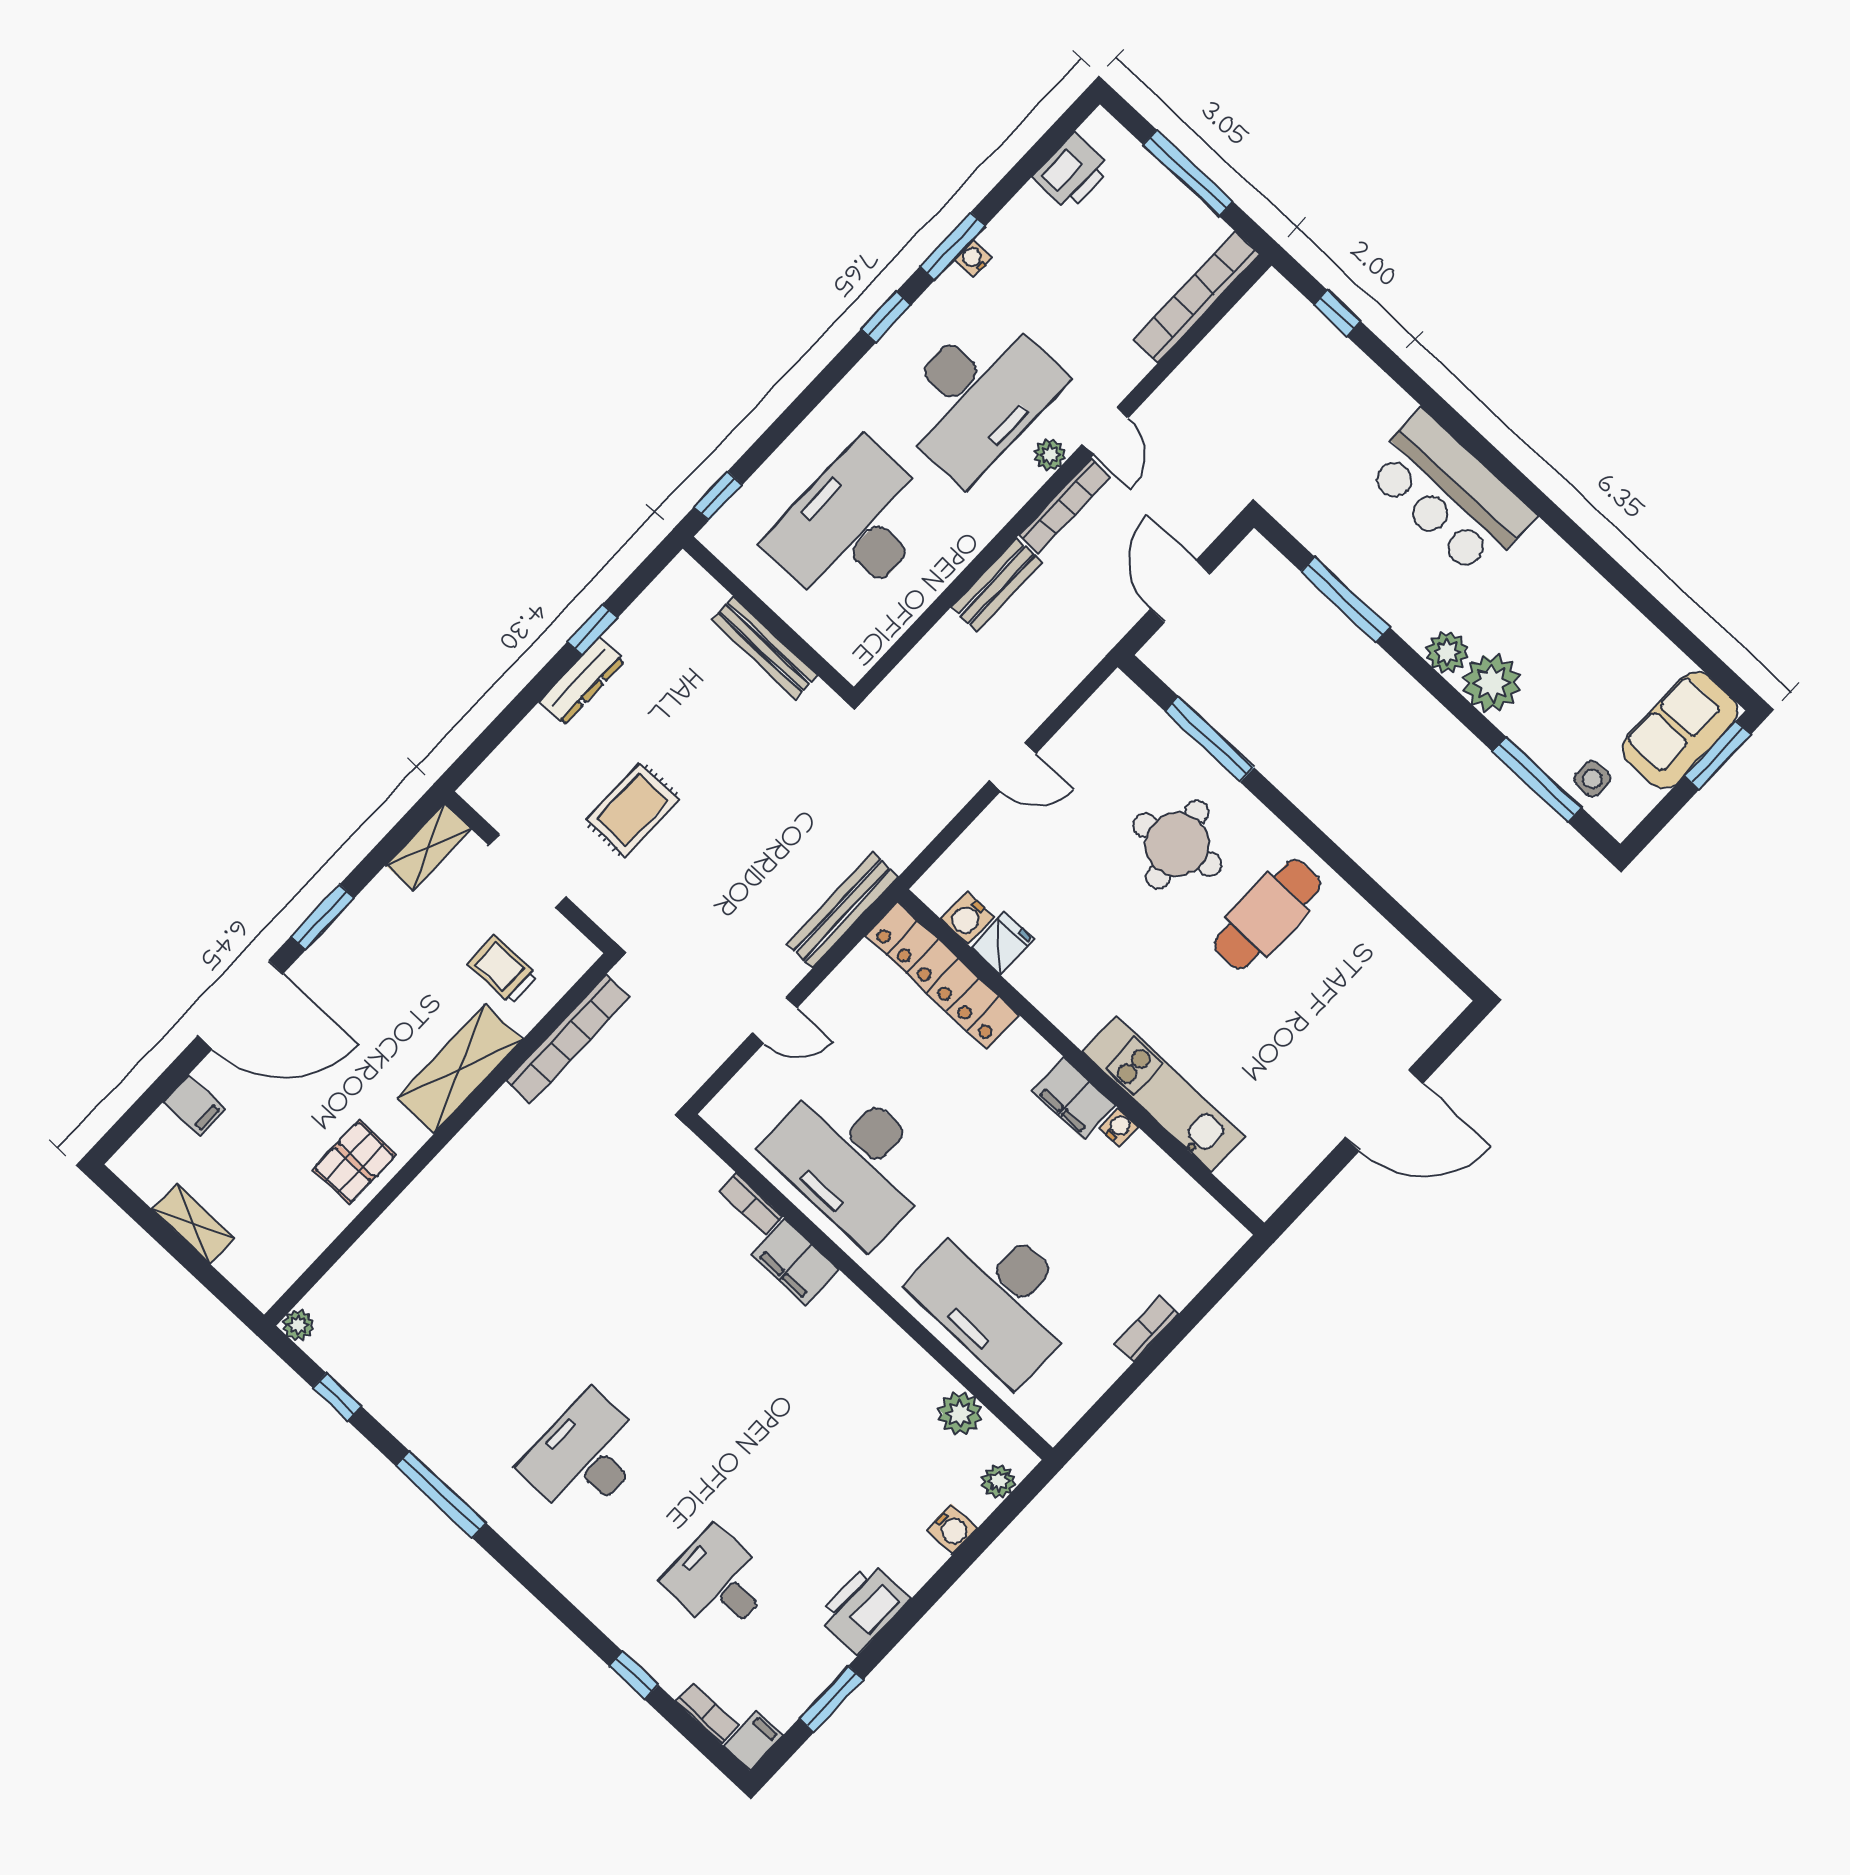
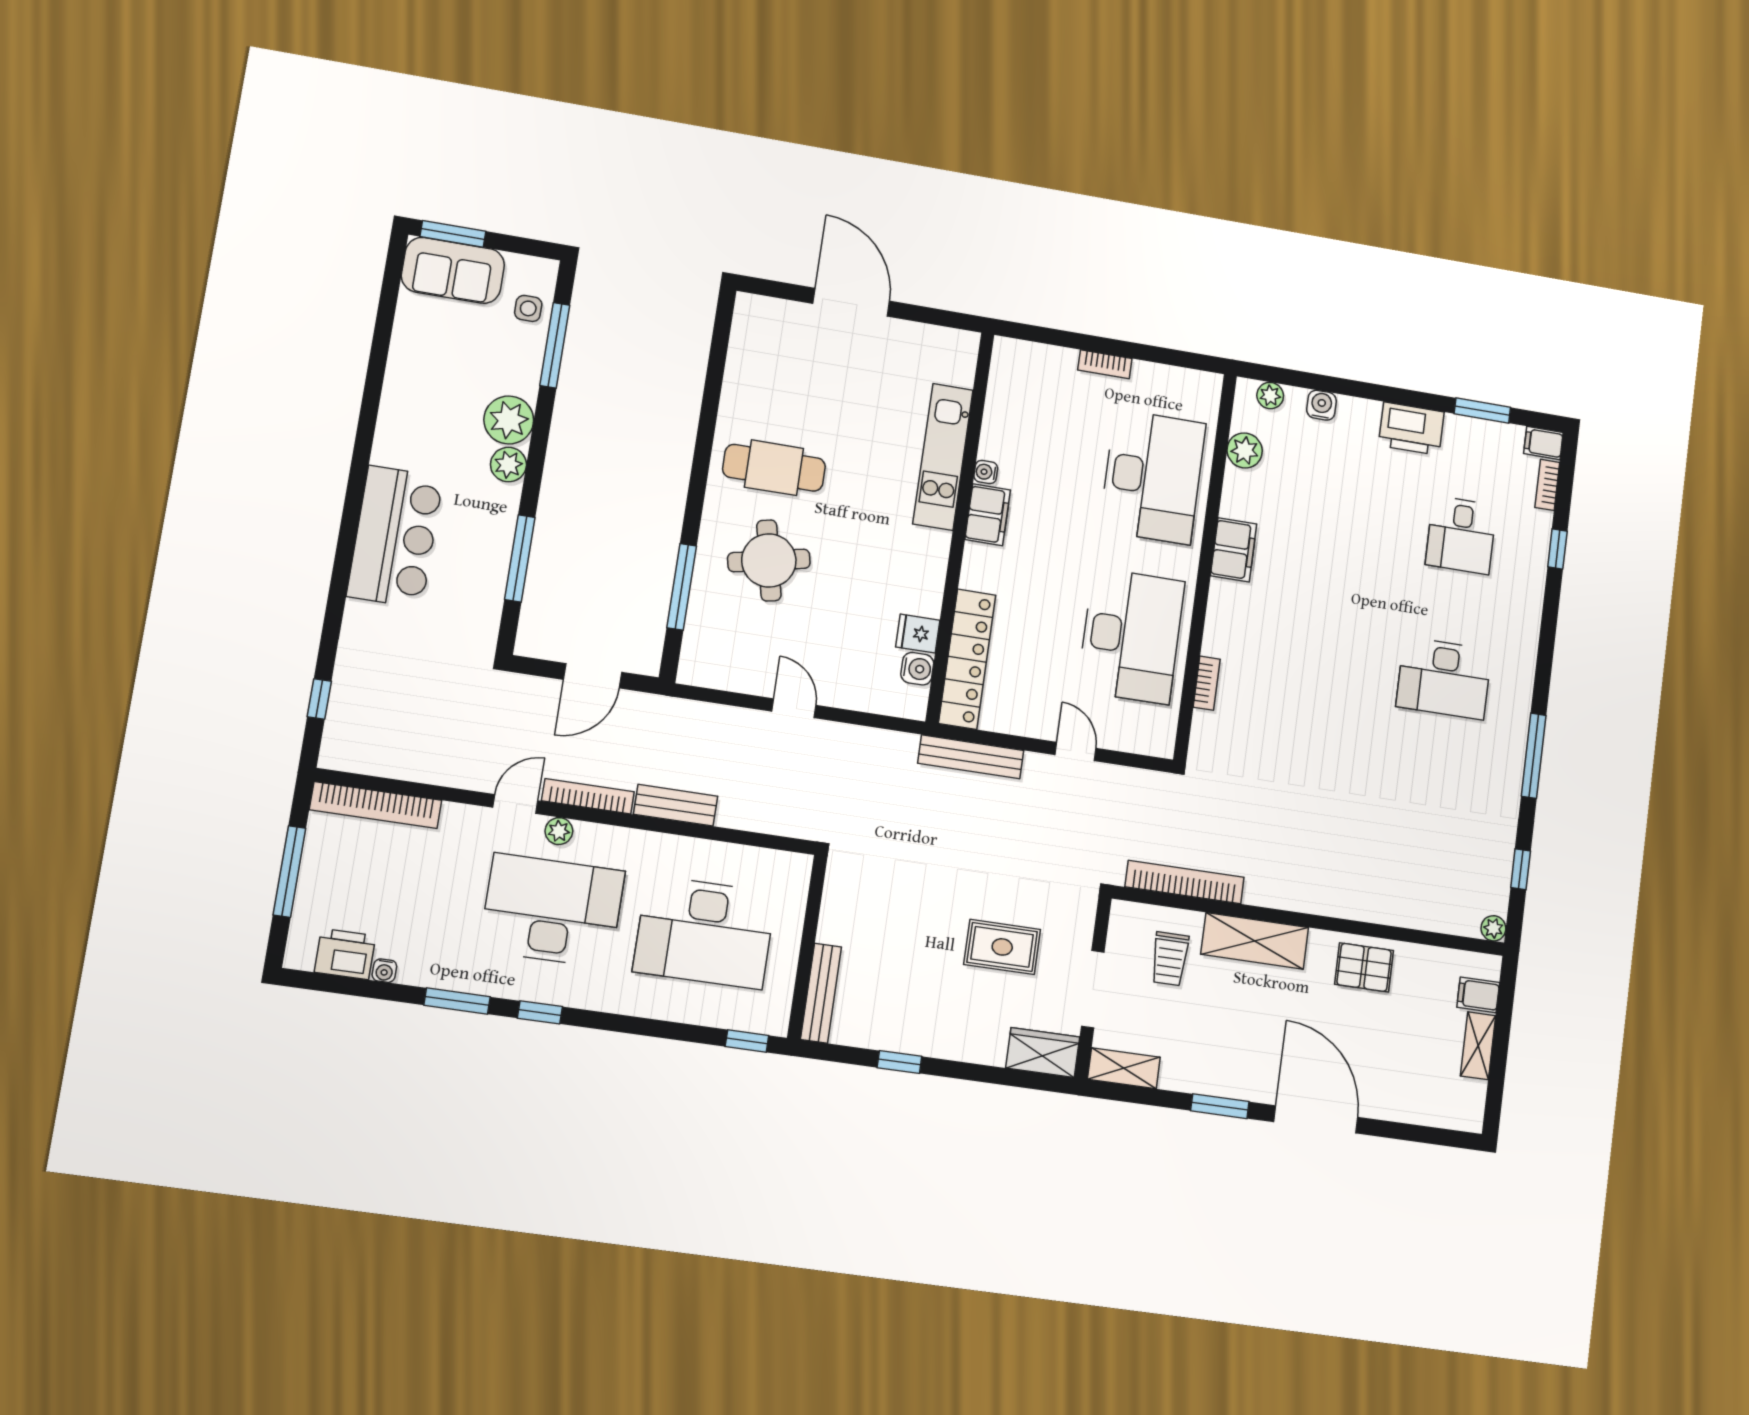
water cooler: (973, 258) -> (384, 971), moved
bench: (765, 648) -> (821, 993), moved
dresser: (582, 681) -> (940, 1044), removed
wardrobe: (501, 777) -> (1043, 1052), added
filing cabinet: (194, 1105) -> (1478, 995), moved, turned -90
filing cabinet: (795, 1262) -> (1234, 550), moved

